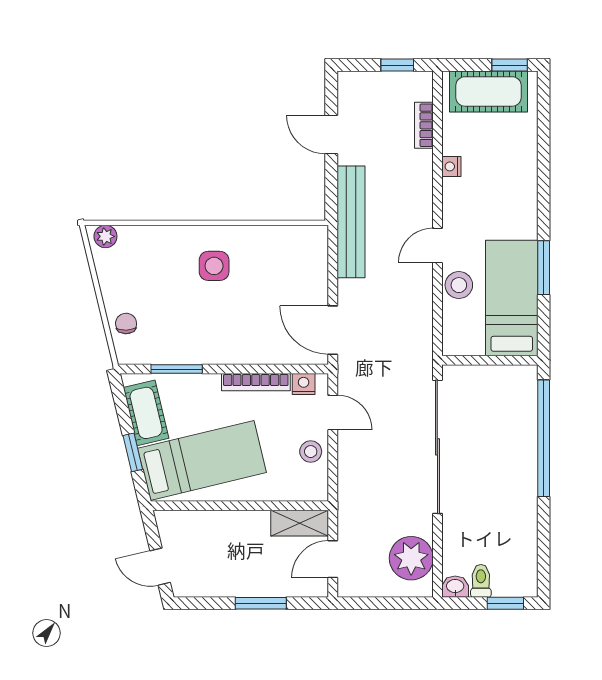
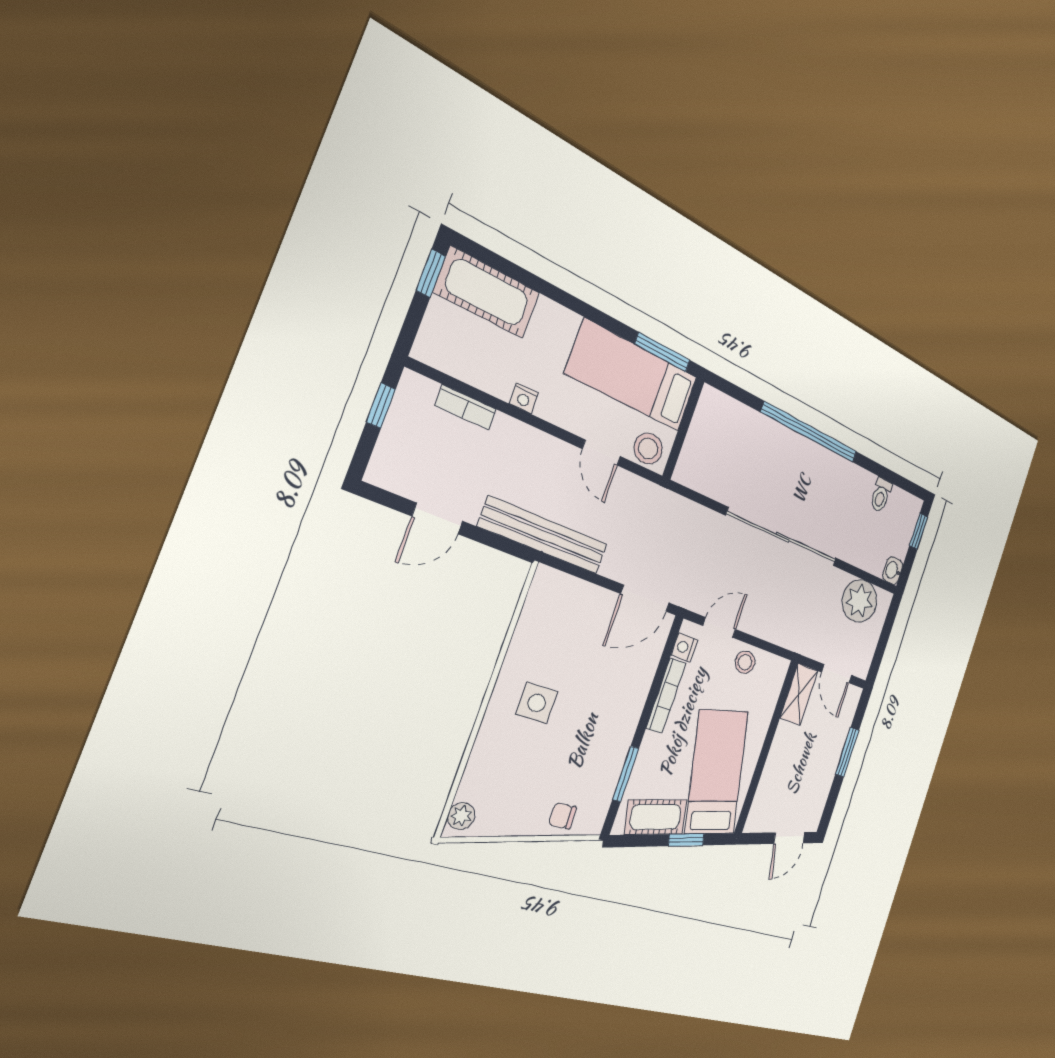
cot: (488, 91) -> (487, 292), moved, turned 90
bed: (512, 298) -> (632, 376), moved
wall: (490, 360) -> (683, 429), moved
toilet: (481, 581) -> (881, 495), moved, turned -90

